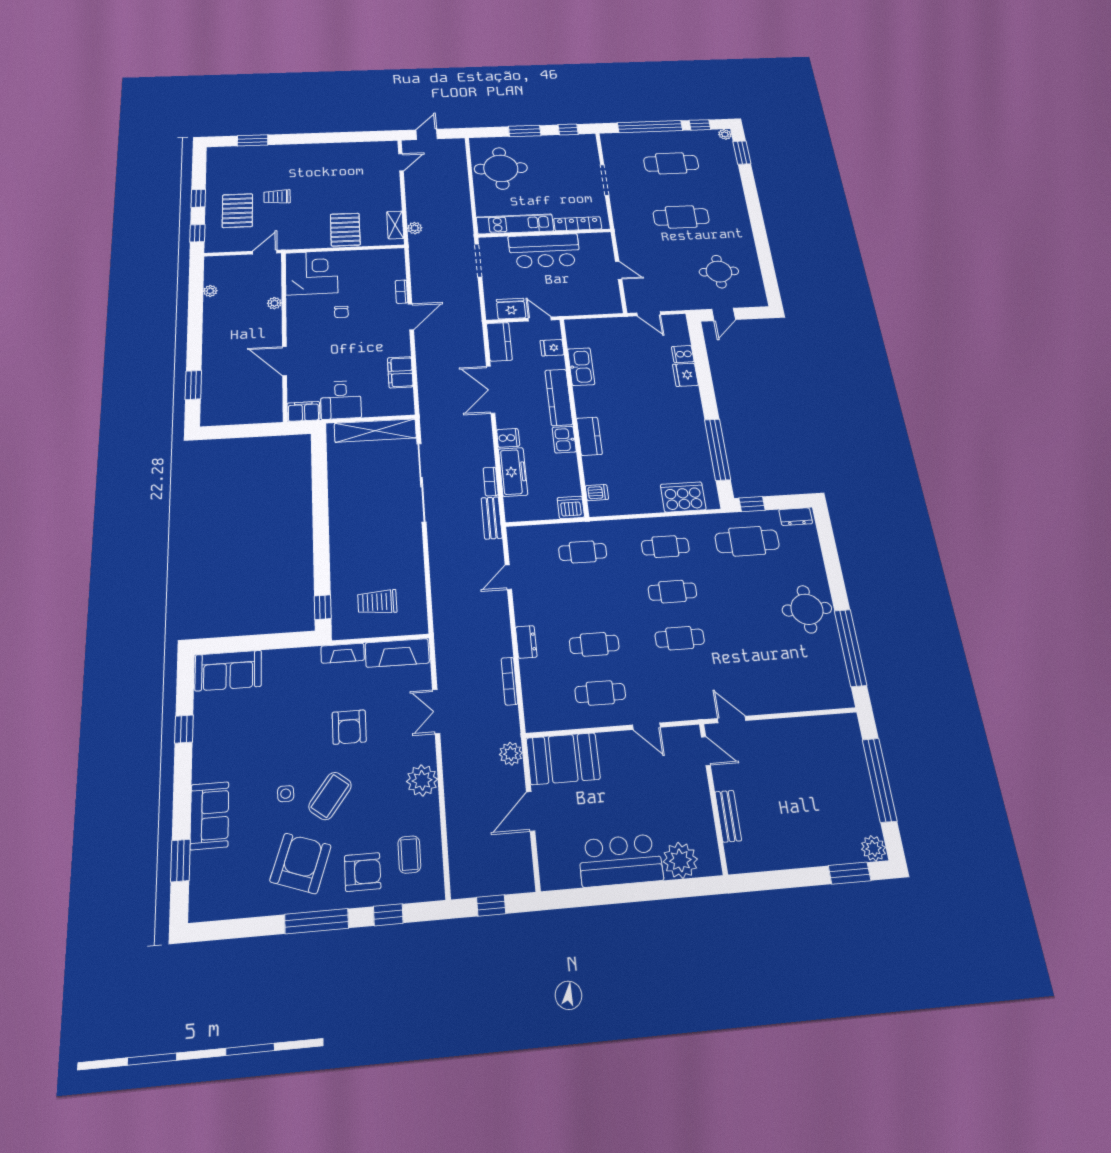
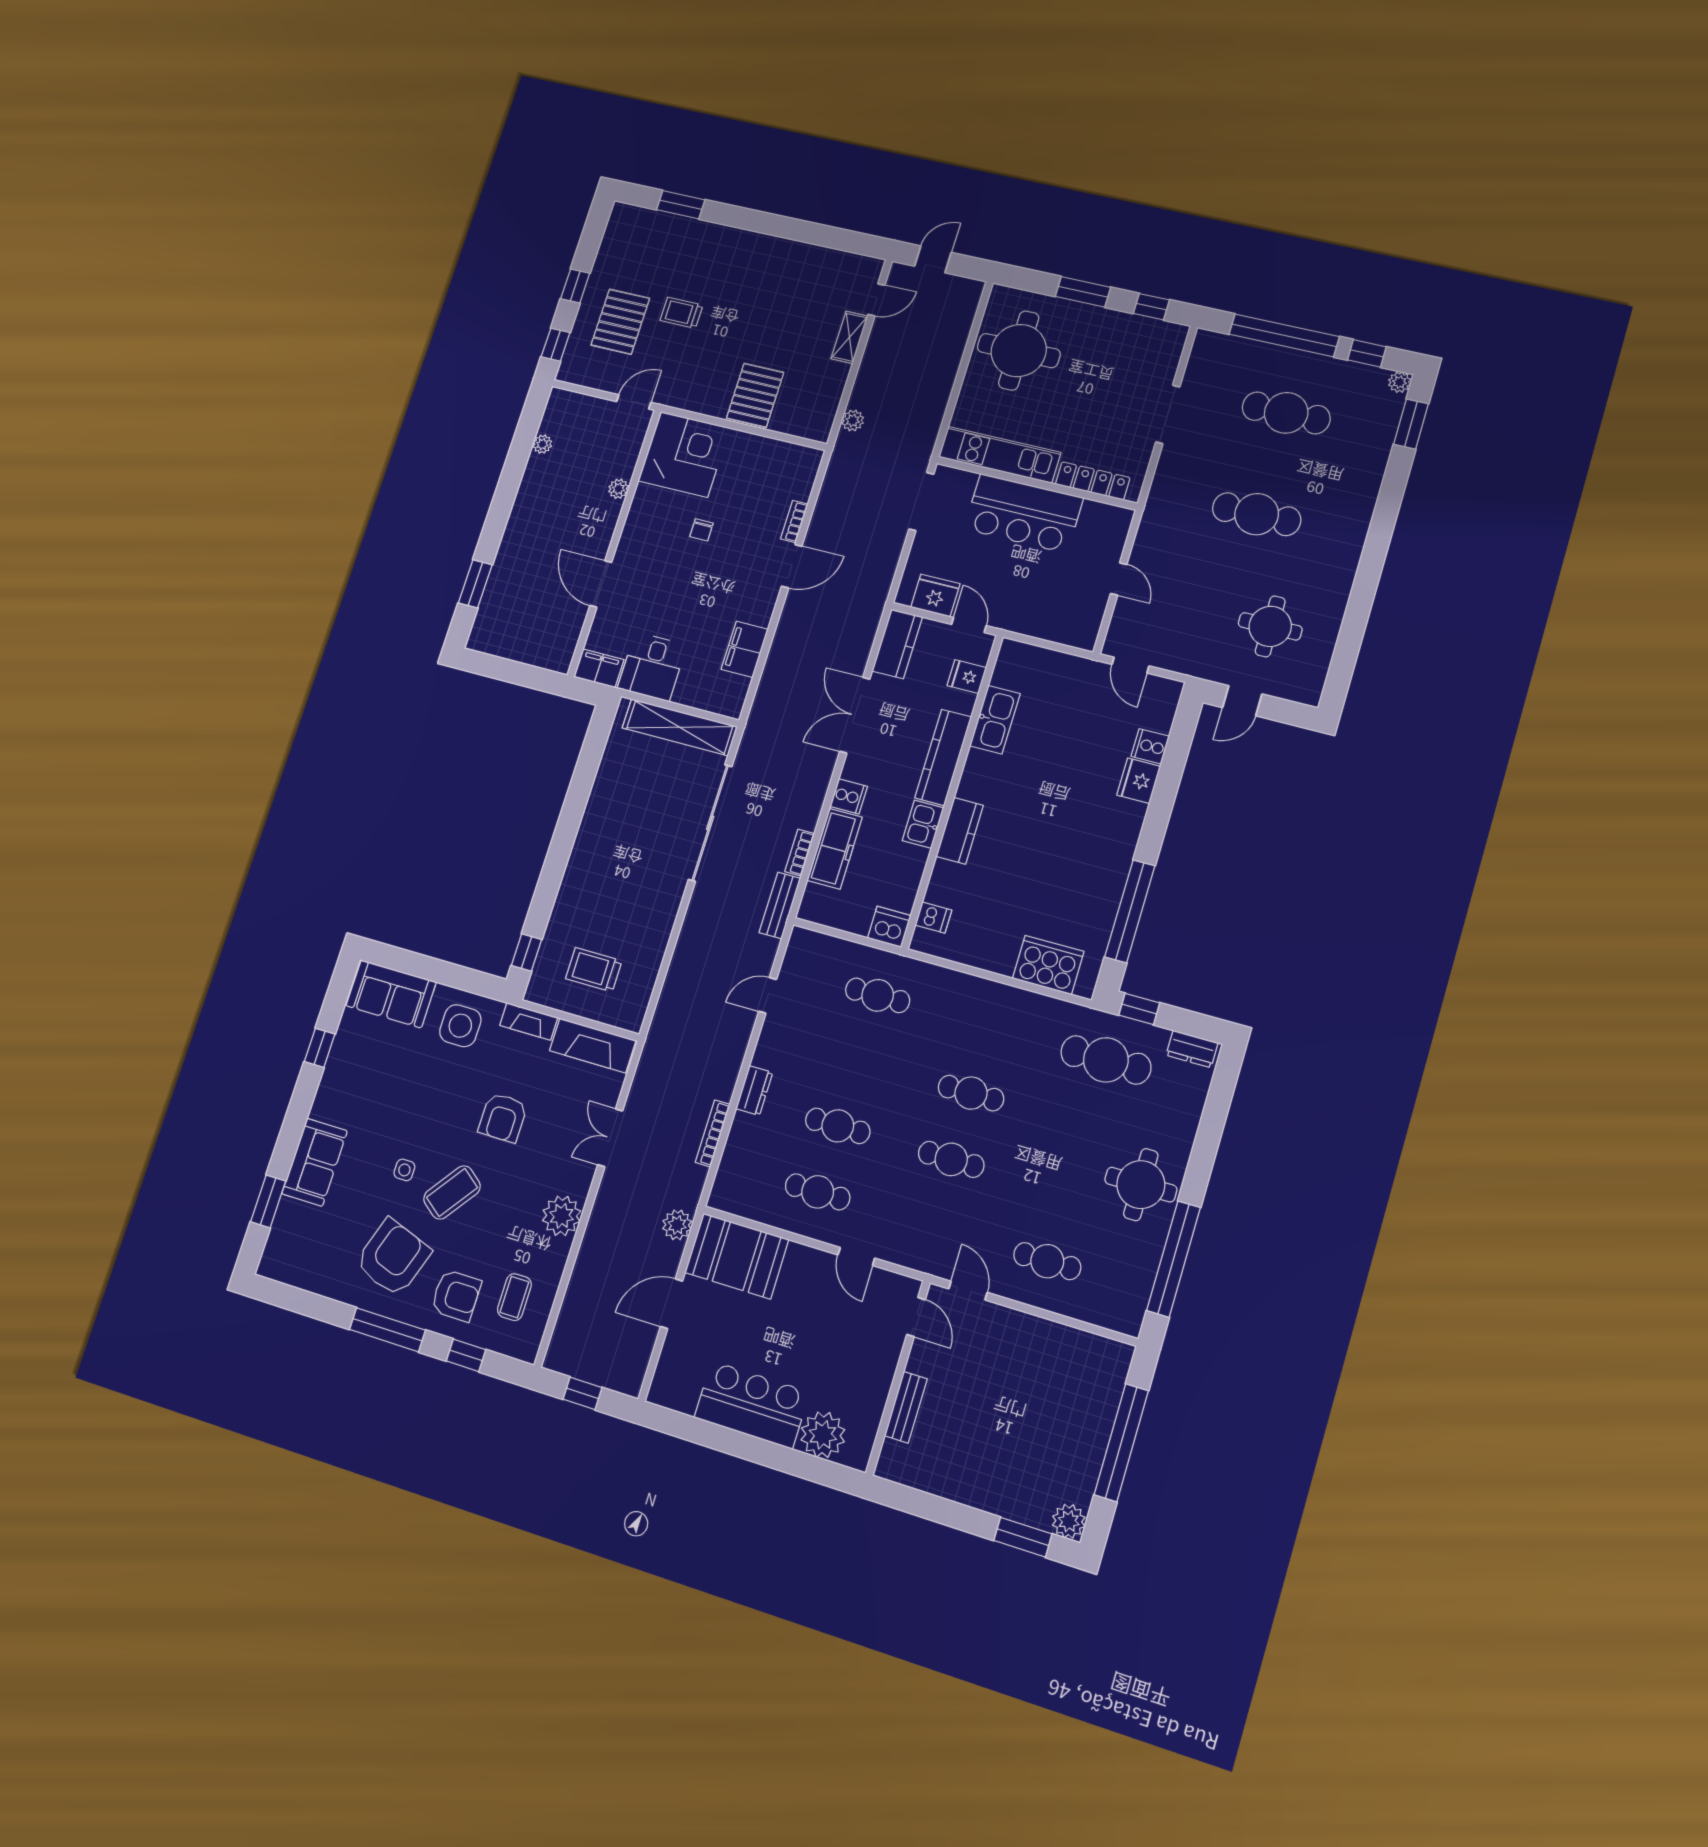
shelving: (395, 225) -> (849, 337), moved
cafe table: (665, 547) -> (1047, 1261), moved
side table: (291, 674) -> (460, 1026), added

